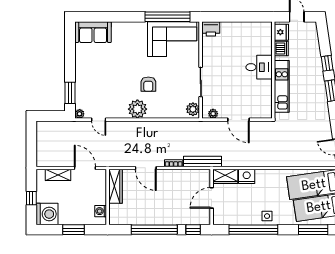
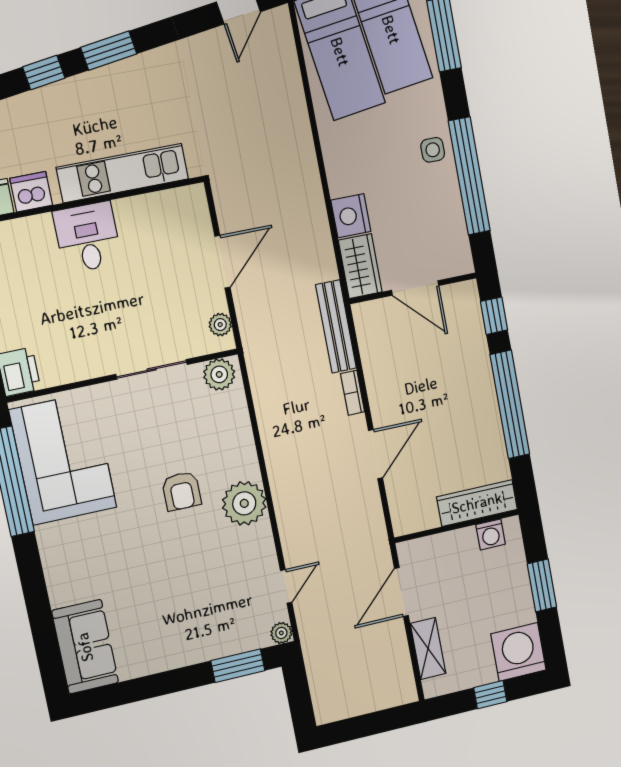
armchair: (148, 84) -> (182, 491), turned 90
wardrobe: (115, 186) -> (477, 503), moved

